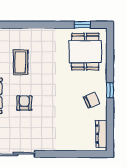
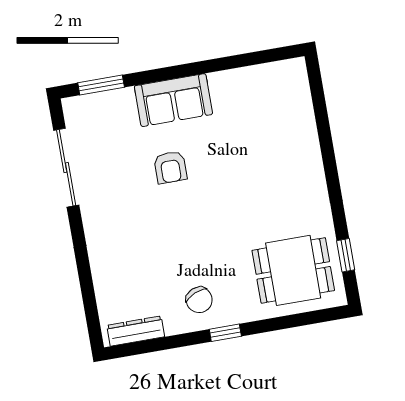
coffee table: (20, 62) -> (250, 146), removed
armchair: (24, 103) -> (170, 167), turned 90

